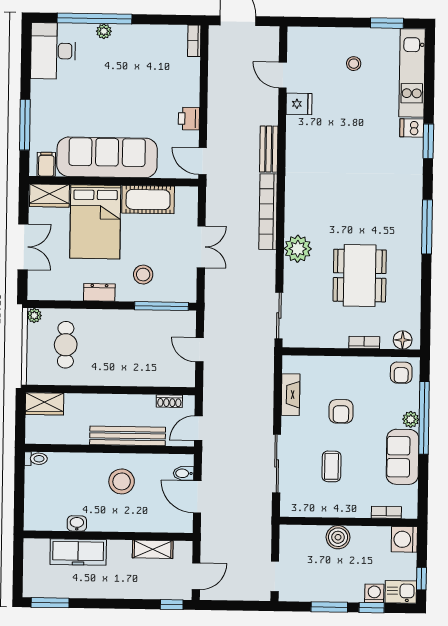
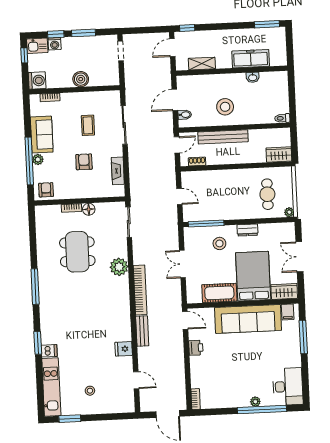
fridge: (299, 104) -> (124, 349), moved
floor lamp: (403, 340) -> (89, 209), moved
door: (197, 497) -> (175, 100), swing flipped

